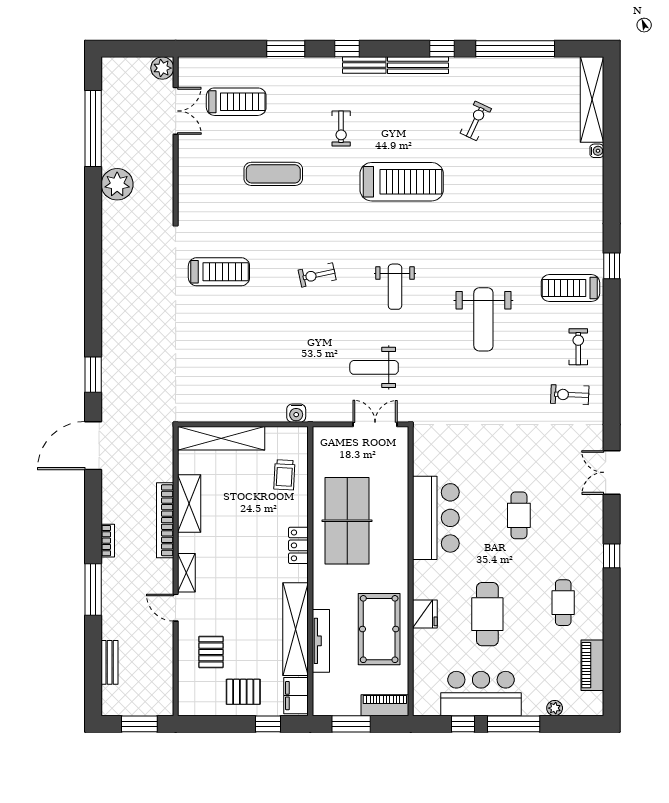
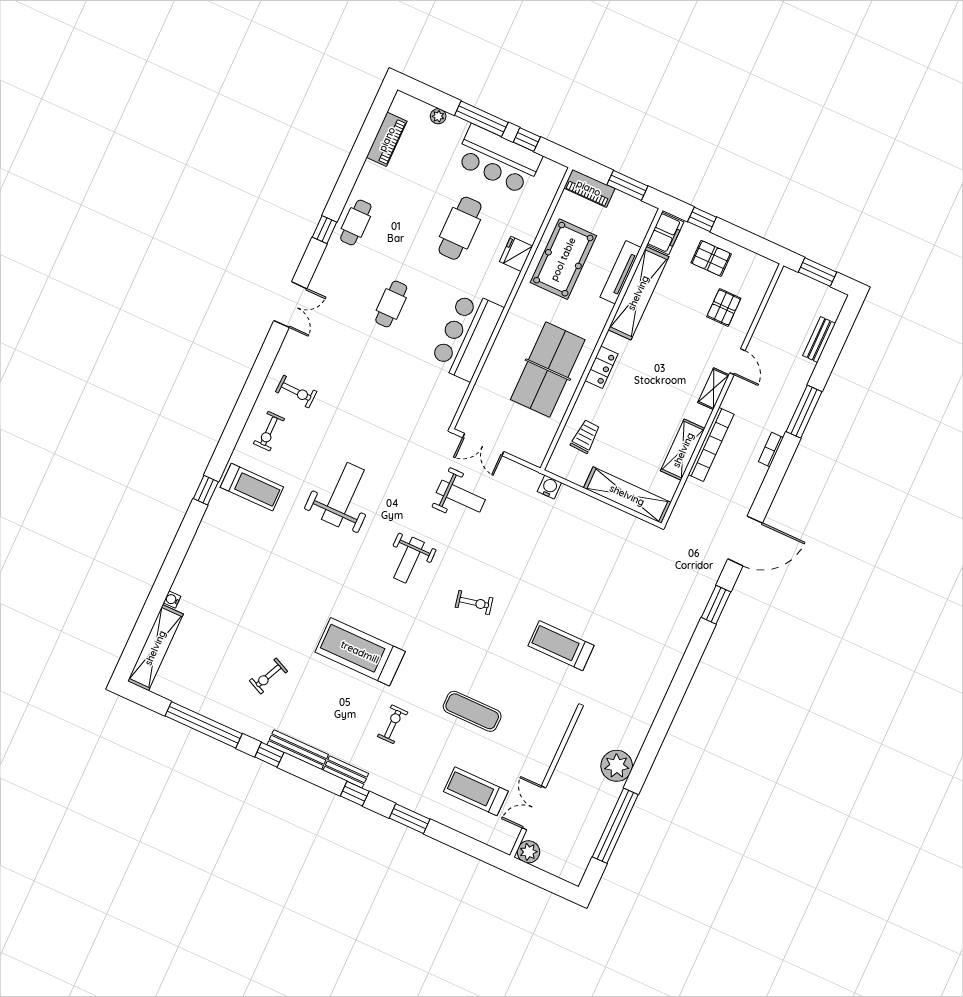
weight bench: (395, 287) -> (409, 560), turned 180
cafe table: (563, 603) -> (356, 222), moved

